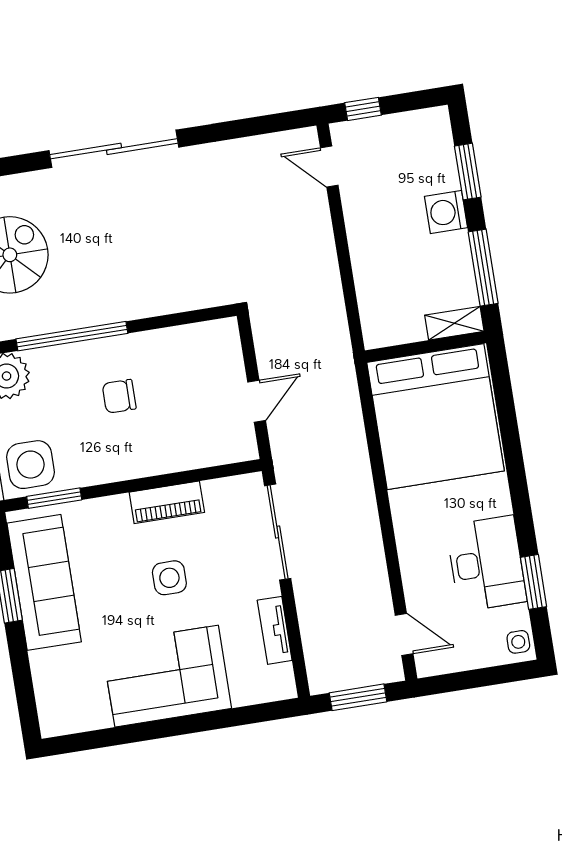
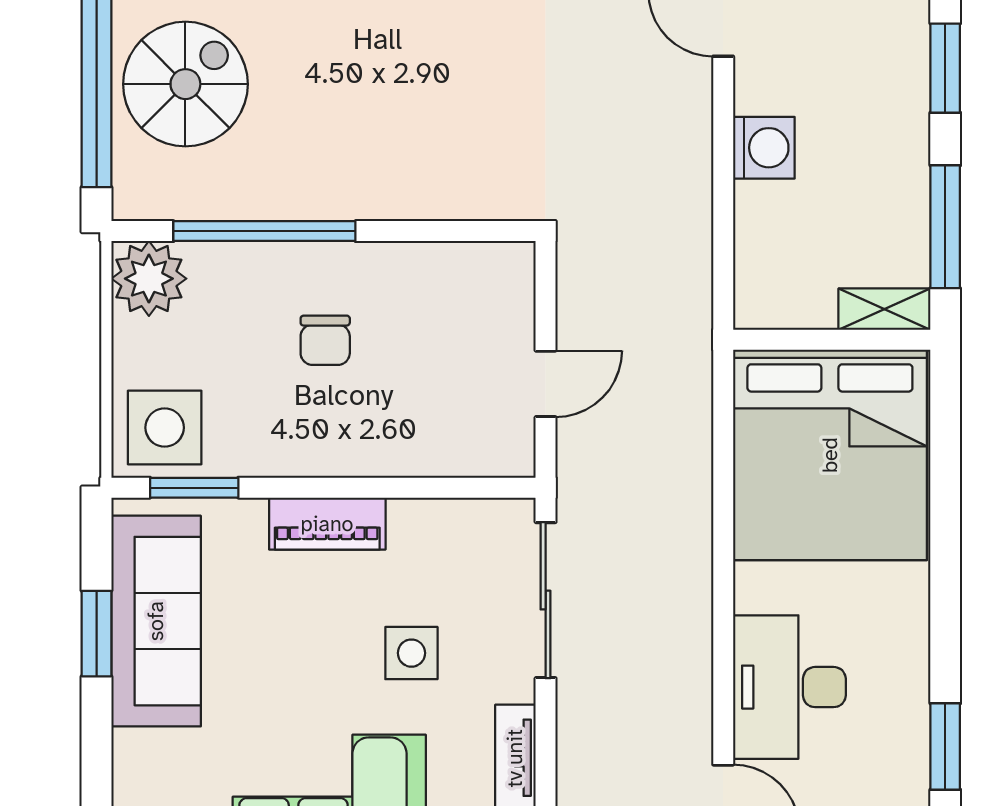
washing machine: (446, 212) -> (764, 148), moved, turned 180
chair: (119, 396) -> (325, 340), turned -90
piano: (167, 502) -> (327, 524), moved
desk: (486, 564) -> (789, 687), moved, turned 180
side table: (169, 578) -> (411, 653), moved

